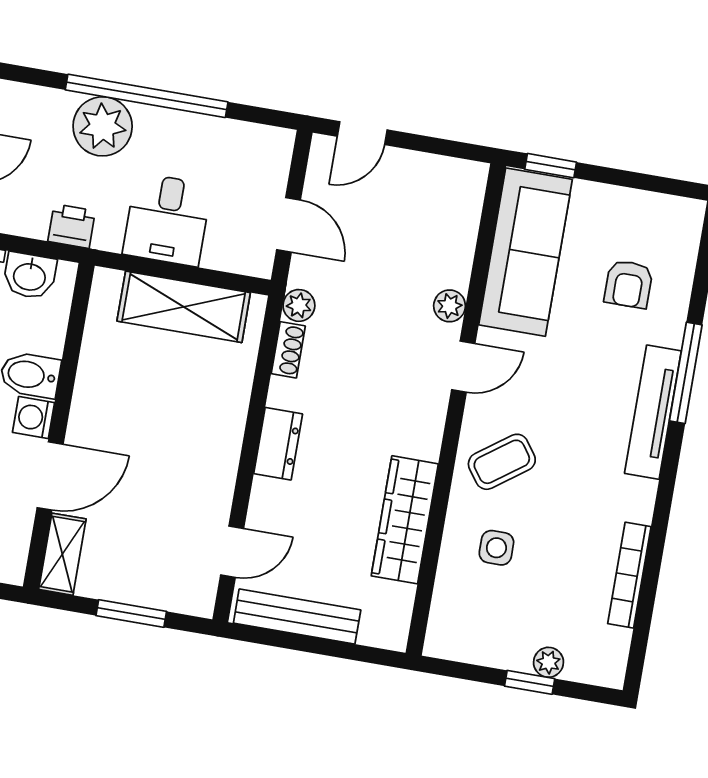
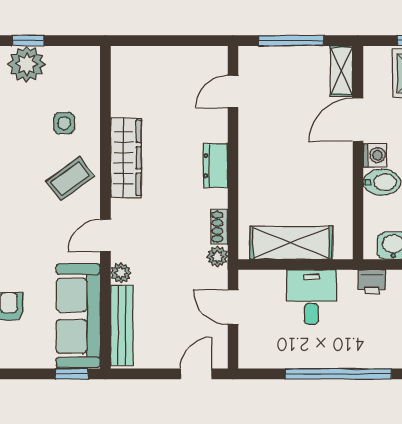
plant: (103, 126) -> (363, 349), removed
wardrobe: (405, 520) -> (126, 158), moved
window: (131, 614) -> (291, 41), width x1.44
bench: (297, 616) -> (122, 325), moved, turned 90
plant: (548, 662) -> (27, 64), width x1.87, depth x1.87

